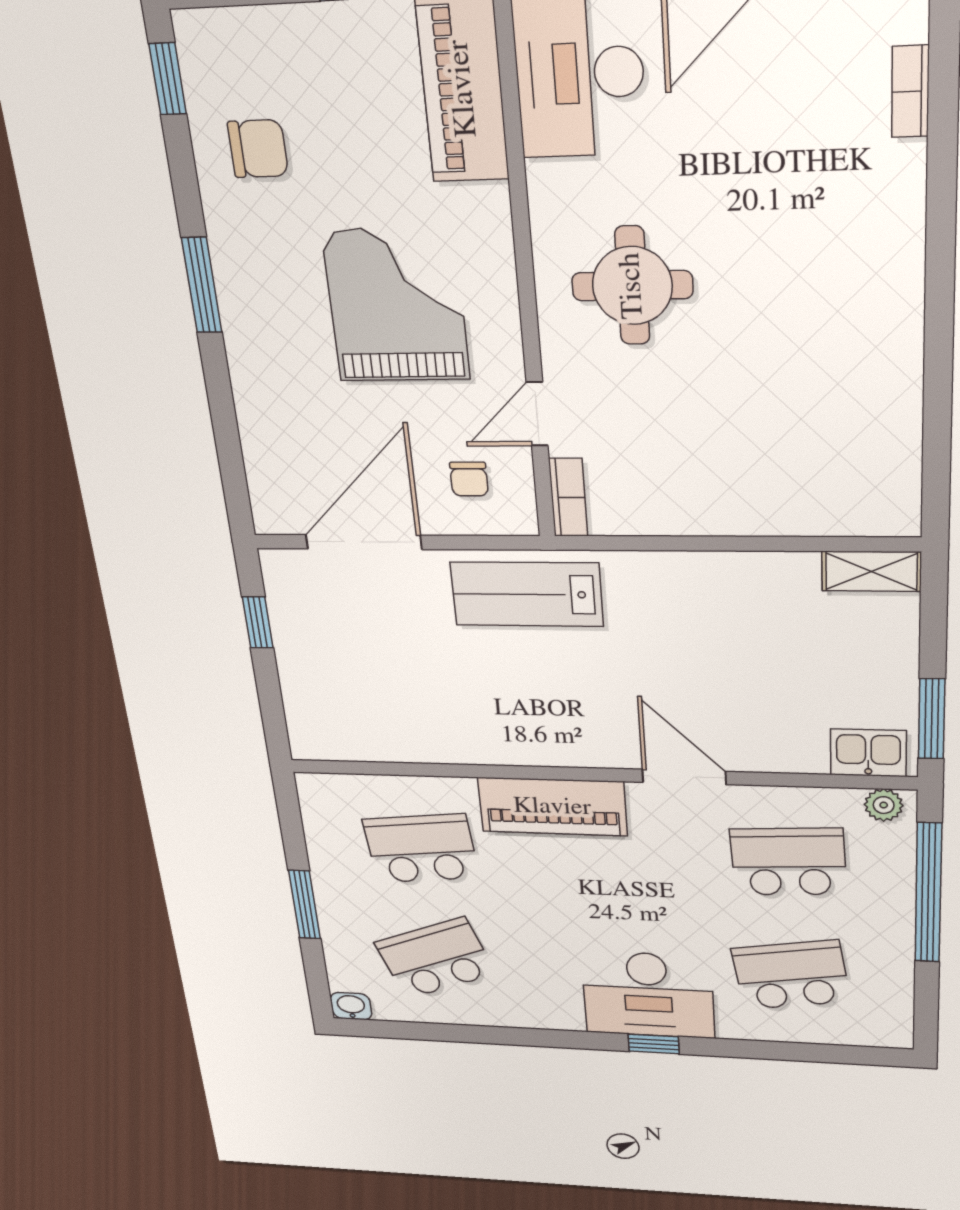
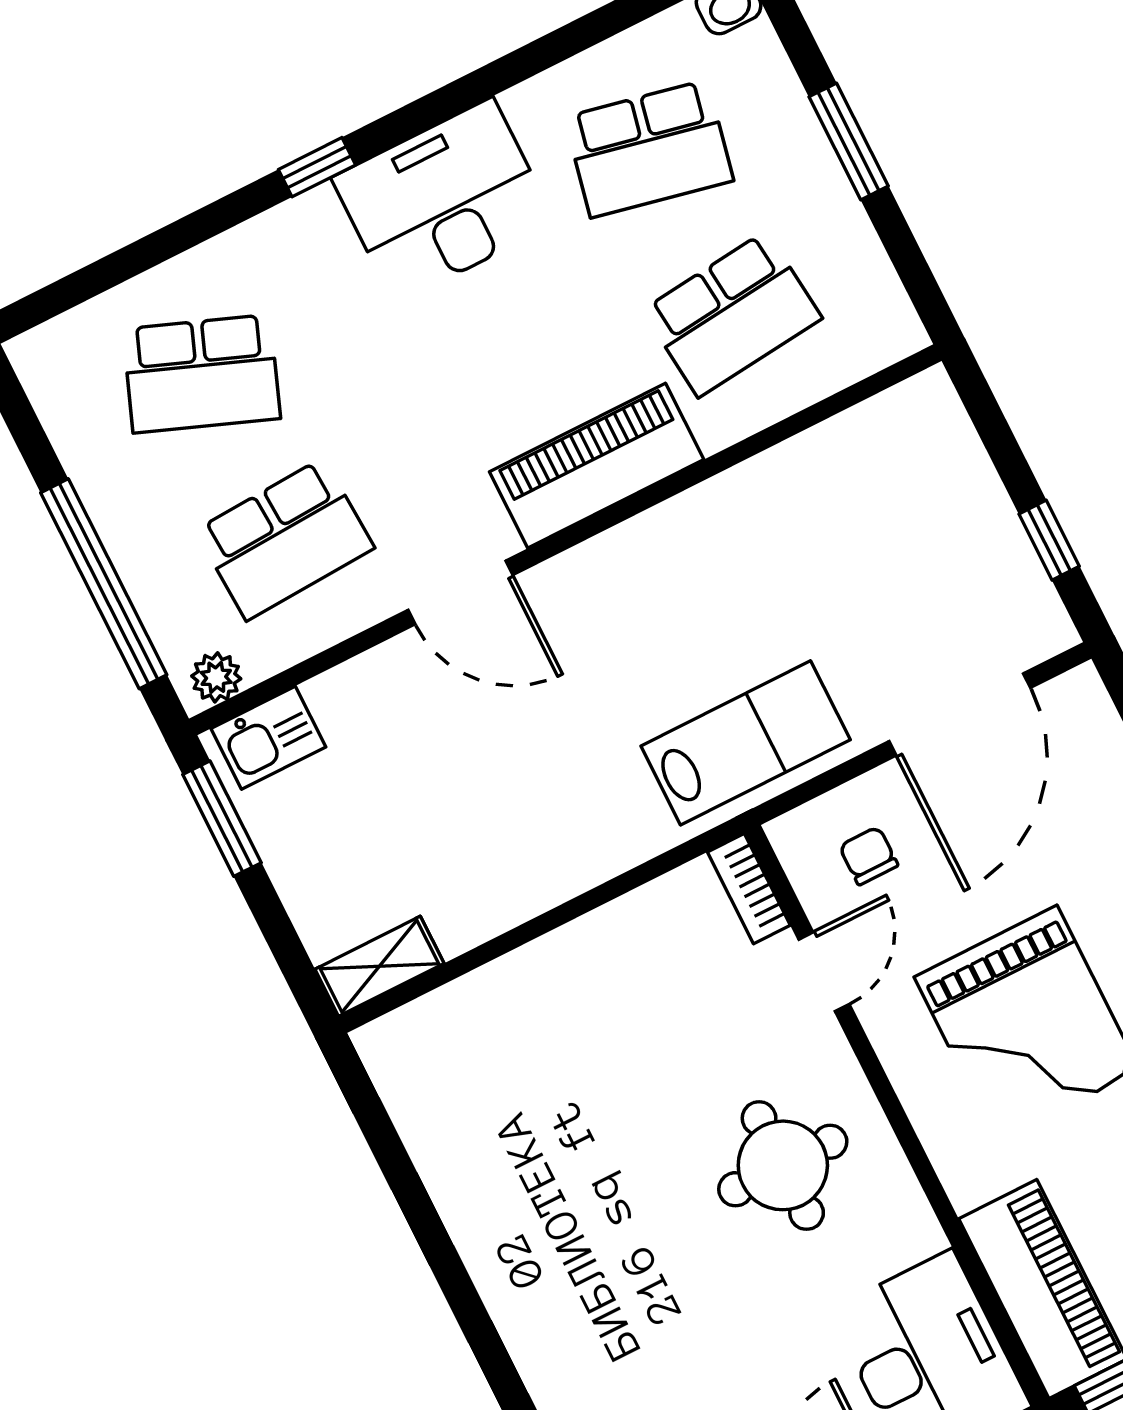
school desk: (435, 958) -> (649, 149), turned 33
school desk: (791, 975) -> (202, 374), turned 30
desk: (648, 995) -> (444, 201), moved

